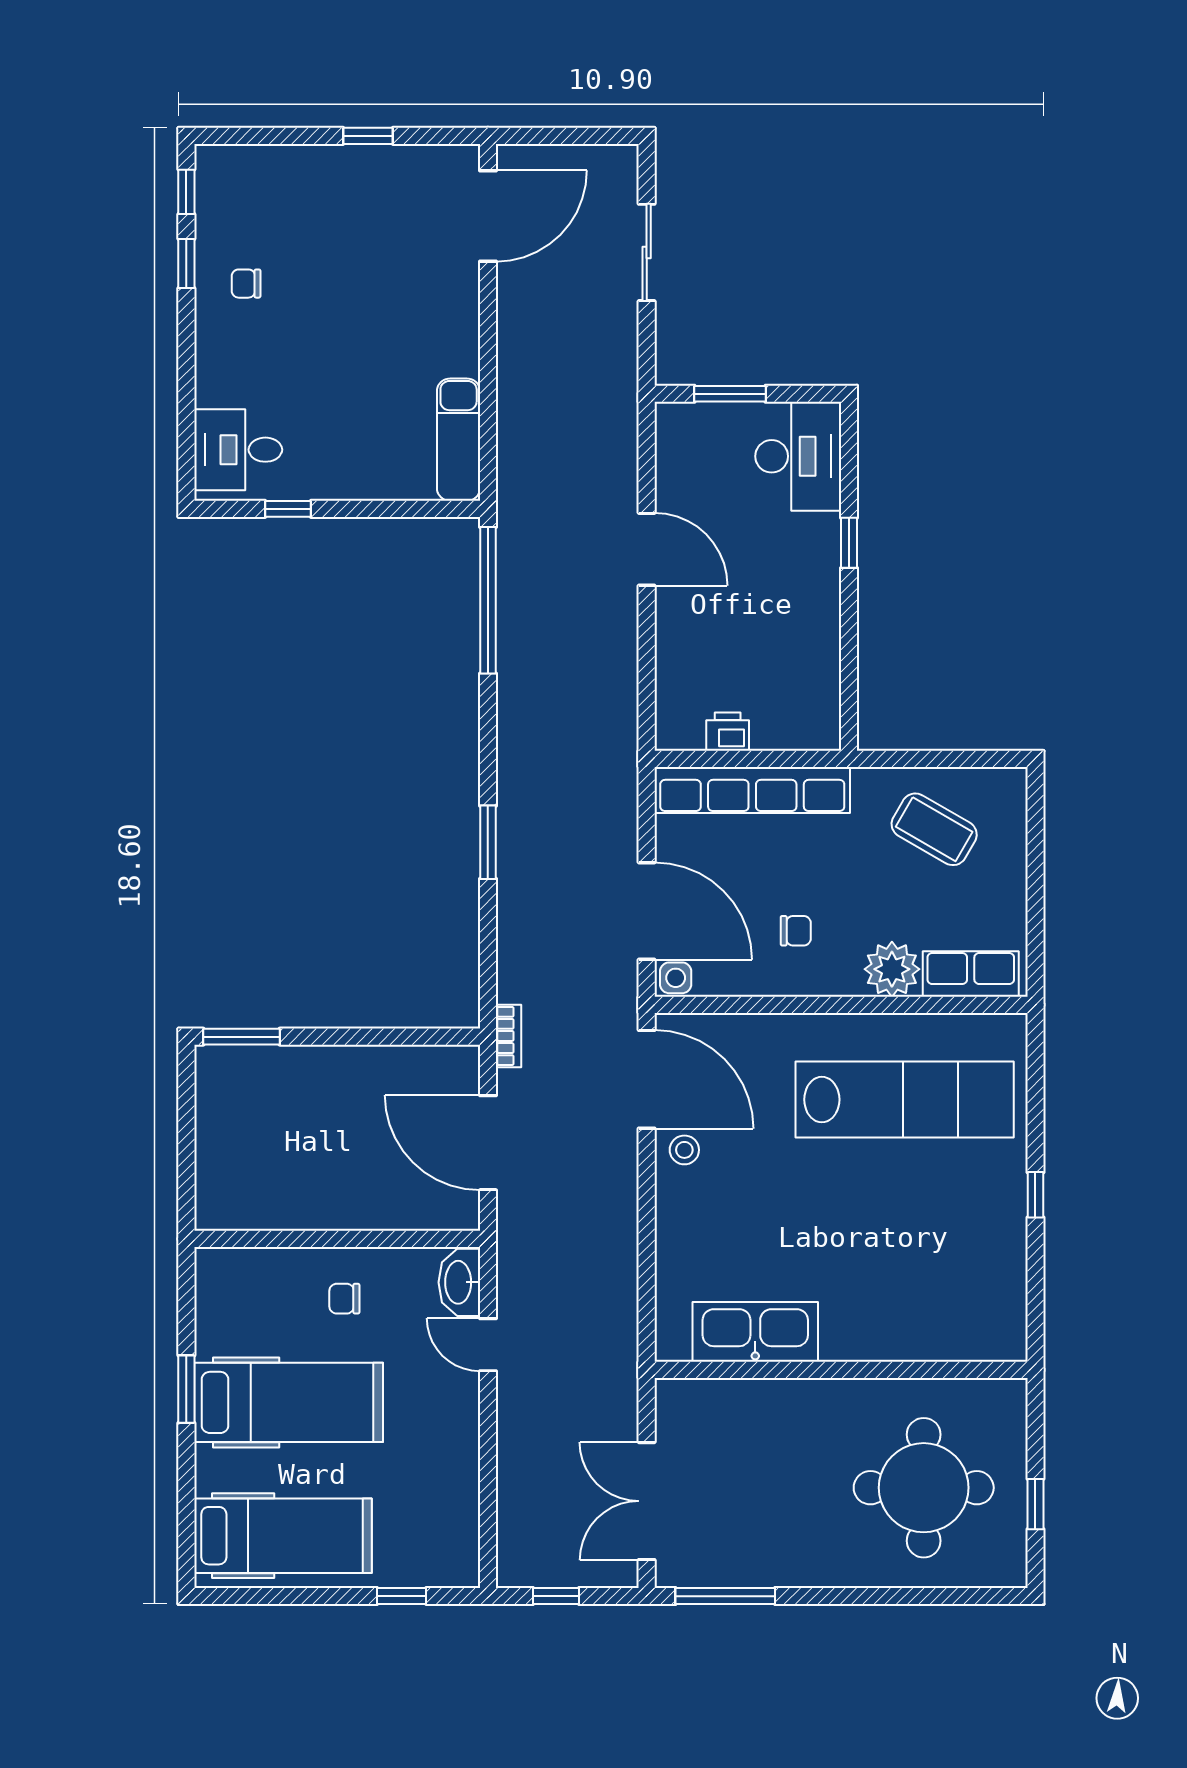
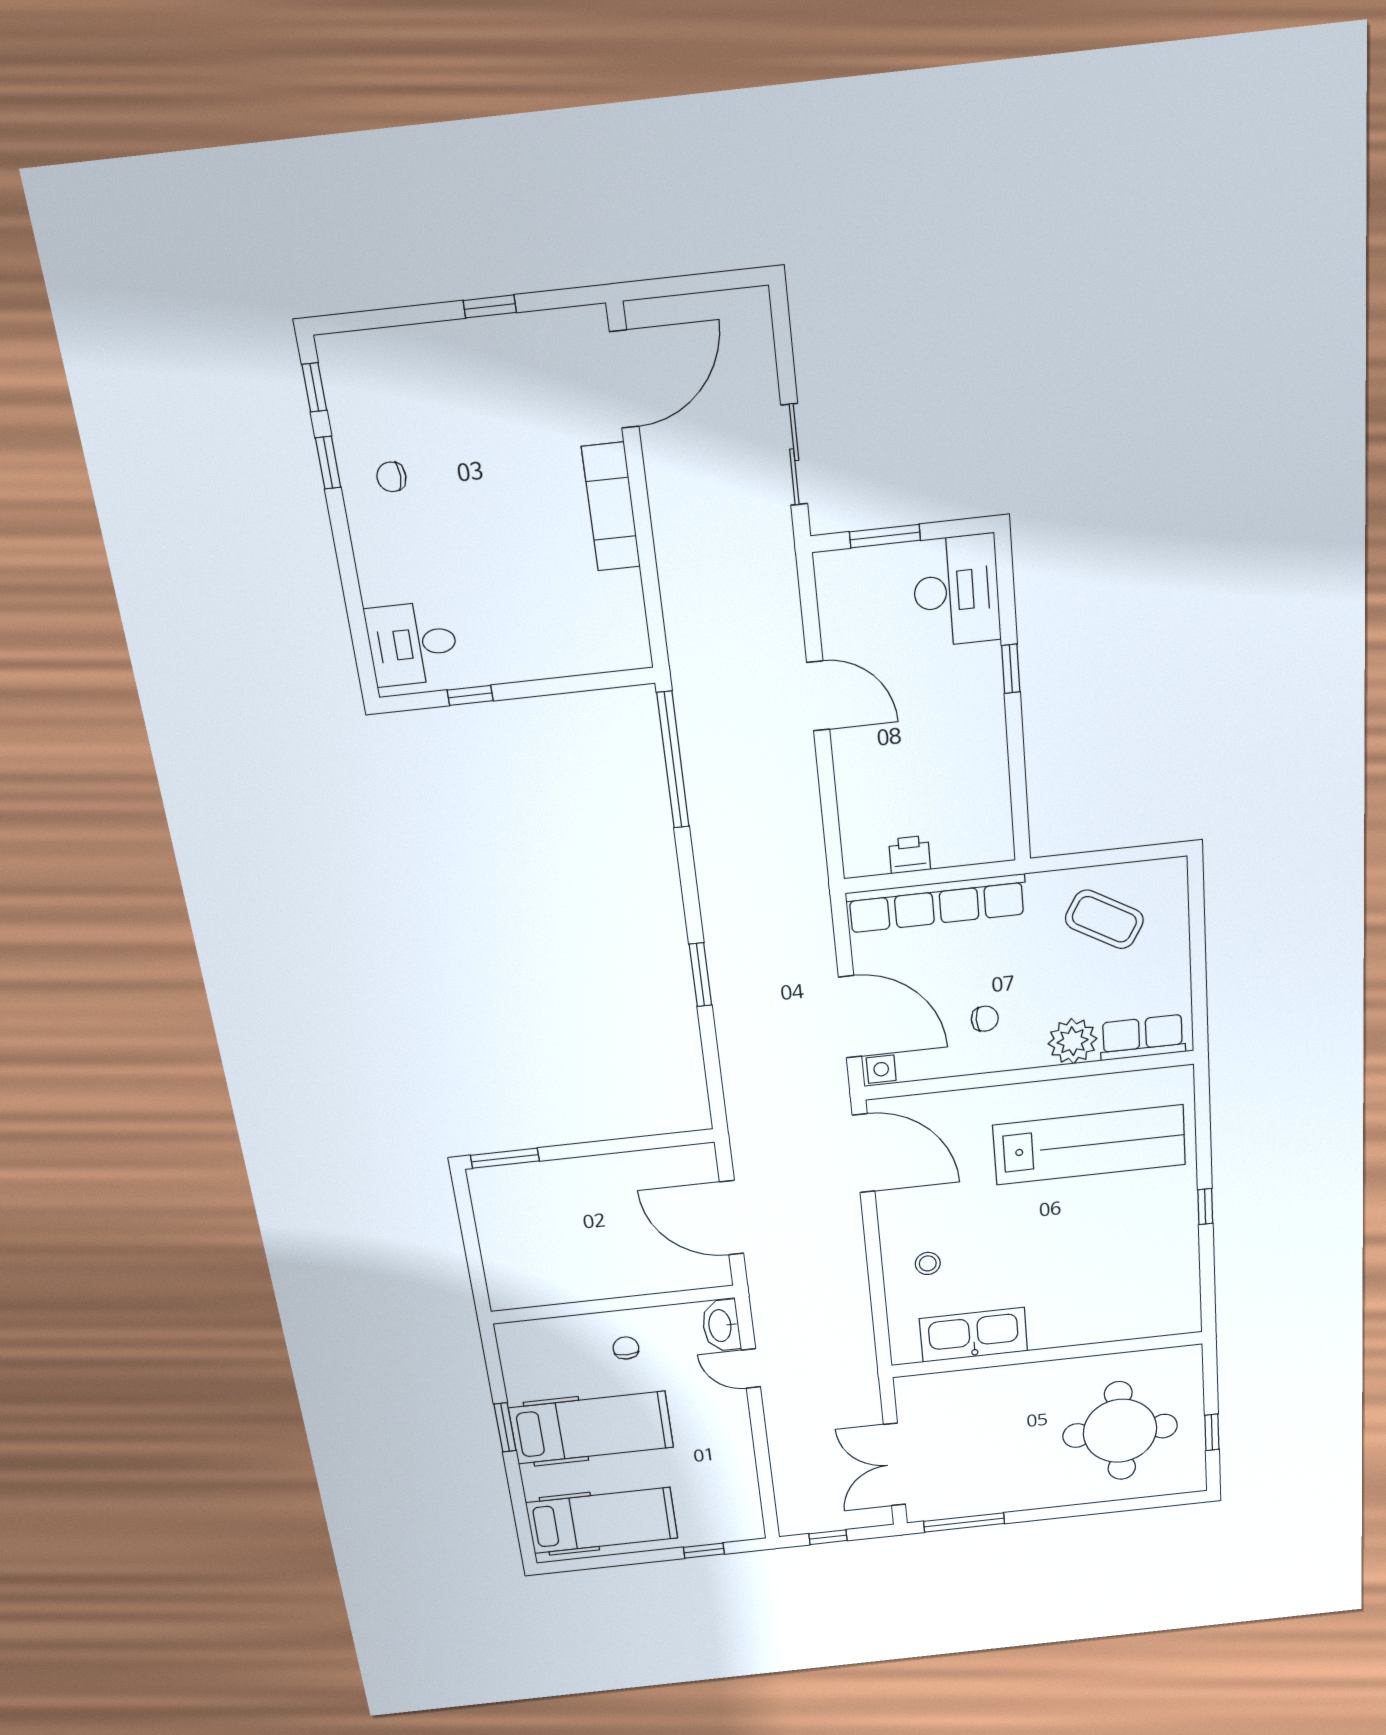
sliding door: (647, 252) -> (794, 455), moved
exam couch: (459, 440) -> (611, 507), moved
bookcase: (508, 1036) -> (739, 1132), removed
stool: (684, 1150) -> (928, 1263), moved
chair: (344, 1299) -> (626, 1348), turned 90

